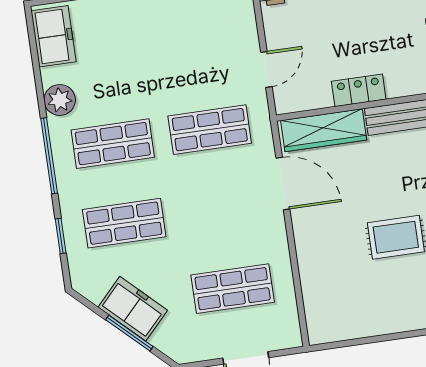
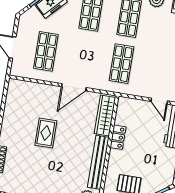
door: (266, 69) -> (159, 101), moved
door: (283, 183) -> (74, 87), moved

